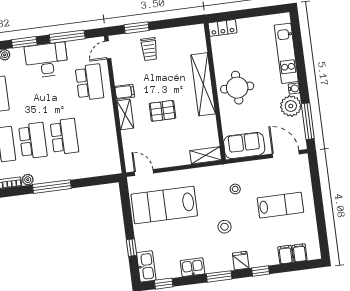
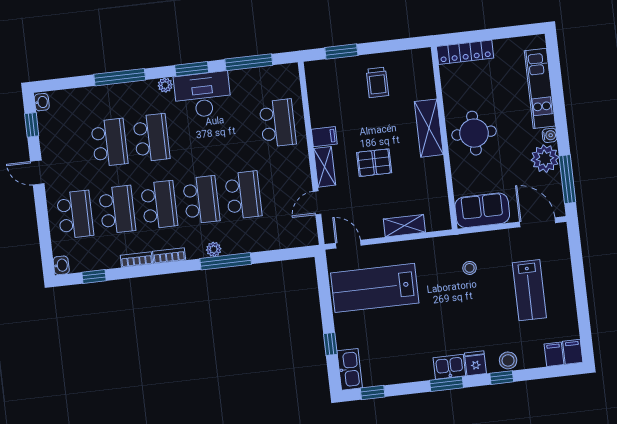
locker: (223, 28) -> (465, 52), width x1.53
trolley: (149, 49) -> (377, 82), moved
door: (108, 50) -> (317, 203), moved
desk: (46, 60) -> (203, 95), moved
shelving: (203, 84) -> (429, 128), width x0.68
shelving: (206, 155) -> (404, 226), moved
plant: (28, 180) -> (214, 249), moved
lab bench: (280, 205) -> (529, 290), turned 90
stool: (224, 227) -> (508, 360), moved
filing cabinet: (285, 255) -> (573, 352), moved
kitchen sink: (192, 267) -> (449, 367), moved

